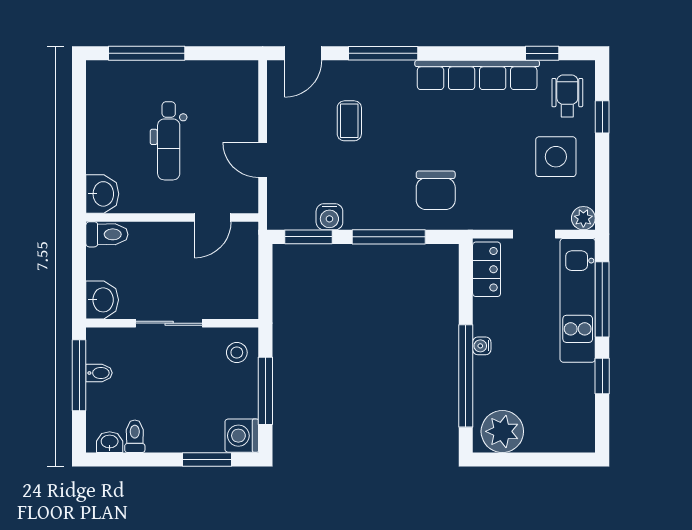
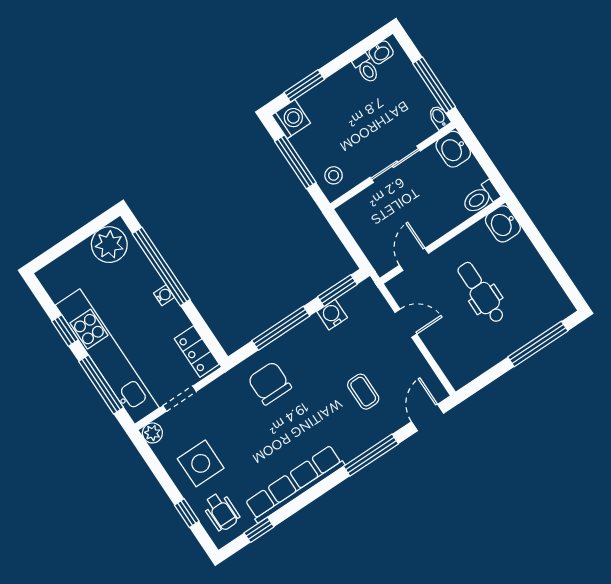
kitchen unit: (578, 300) -> (107, 356), width x1.36
bidet: (99, 373) -> (439, 117), moved, turned 90

